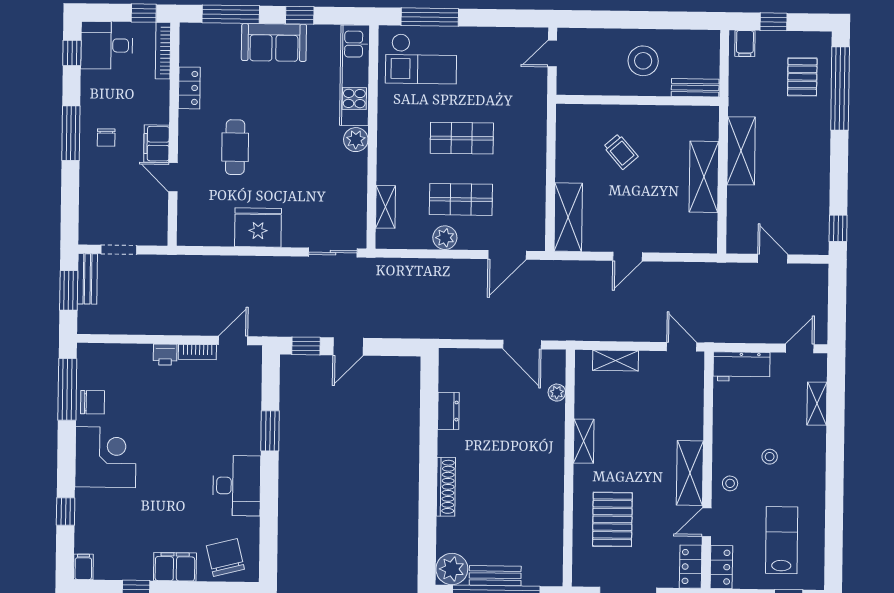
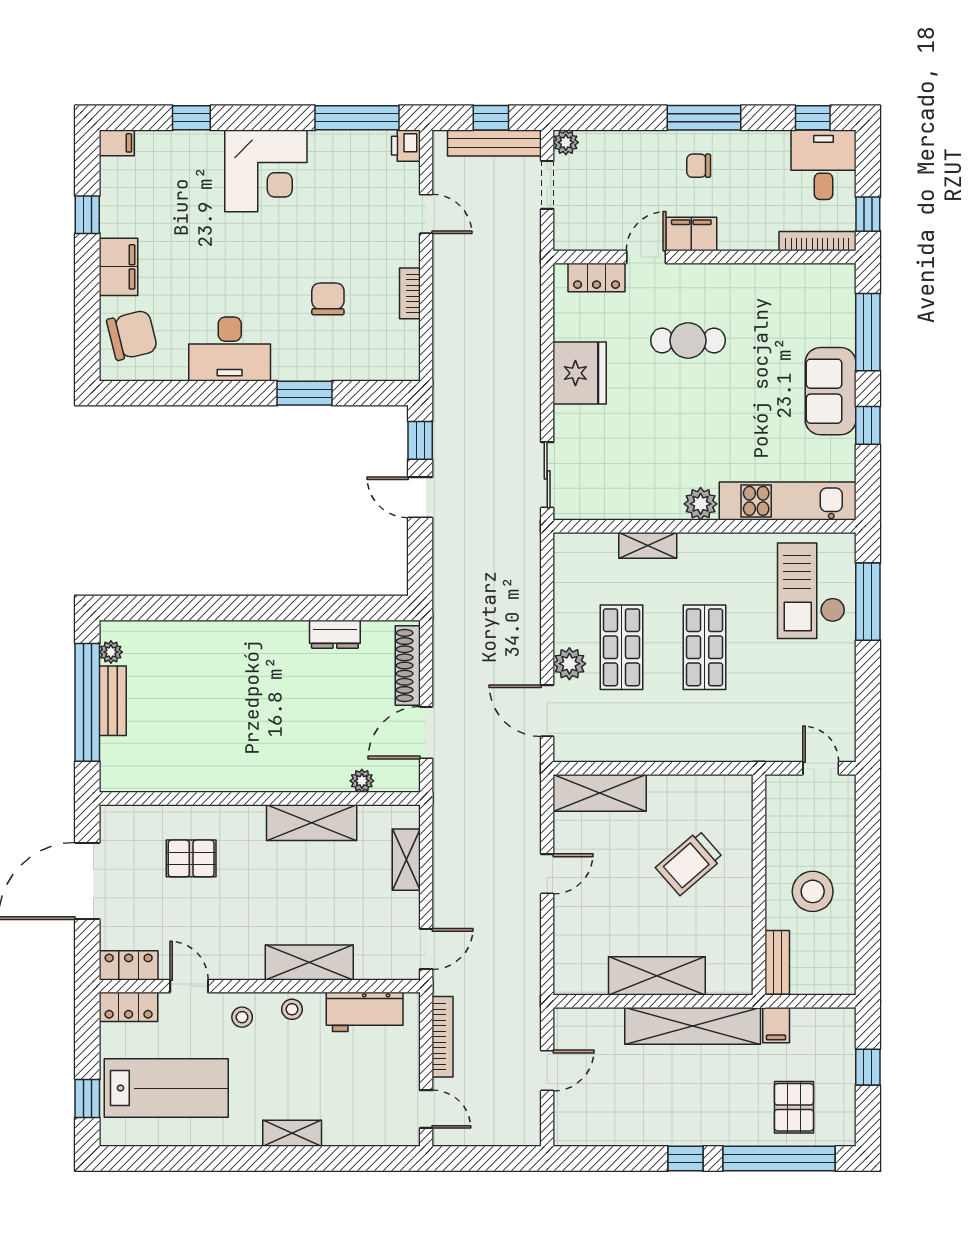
filing cabinet: (745, 44) -> (776, 1025), moved, turned -90
pallet: (802, 77) -> (794, 1107), turned 90
locker: (189, 88) -> (597, 277), moved
shelving: (741, 151) -> (693, 1026), width x1.47
trolley: (621, 152) -> (689, 863), width x1.36, depth x1.39
shelving: (386, 207) -> (648, 545), moved
window: (838, 228) -> (685, 1159), moved
plant: (88, 235) -> (566, 142), added
plant: (445, 238) -> (569, 664), moved
door: (628, 257) -> (547, 874), swing flipped
bench: (87, 279) -> (494, 143), width x1.36
window: (69, 290) -> (491, 118), width x0.67
bookcase: (747, 336) -> (443, 1037), added
door: (233, 340) -> (426, 214), moved
printer: (165, 355) -> (406, 146), moved
workbench: (741, 367) -> (365, 1012), moved, turned -90
chair: (93, 402) -> (328, 299), moved, turned 180
shelving: (817, 404) -> (292, 1133), moved
shelving: (584, 441) -> (312, 823), width x1.50, depth x1.33
stool: (770, 457) -> (292, 1009), moved
shelving: (690, 473) -> (309, 963), moved
shoe rack: (446, 487) -> (408, 665), moved, turned 90
pallet: (612, 519) -> (191, 858), width x0.67, depth x0.71
lab bench: (782, 540) -> (166, 1088), width x1.36, depth x1.39
plant: (452, 569) -> (111, 652), width x0.53, depth x0.53

